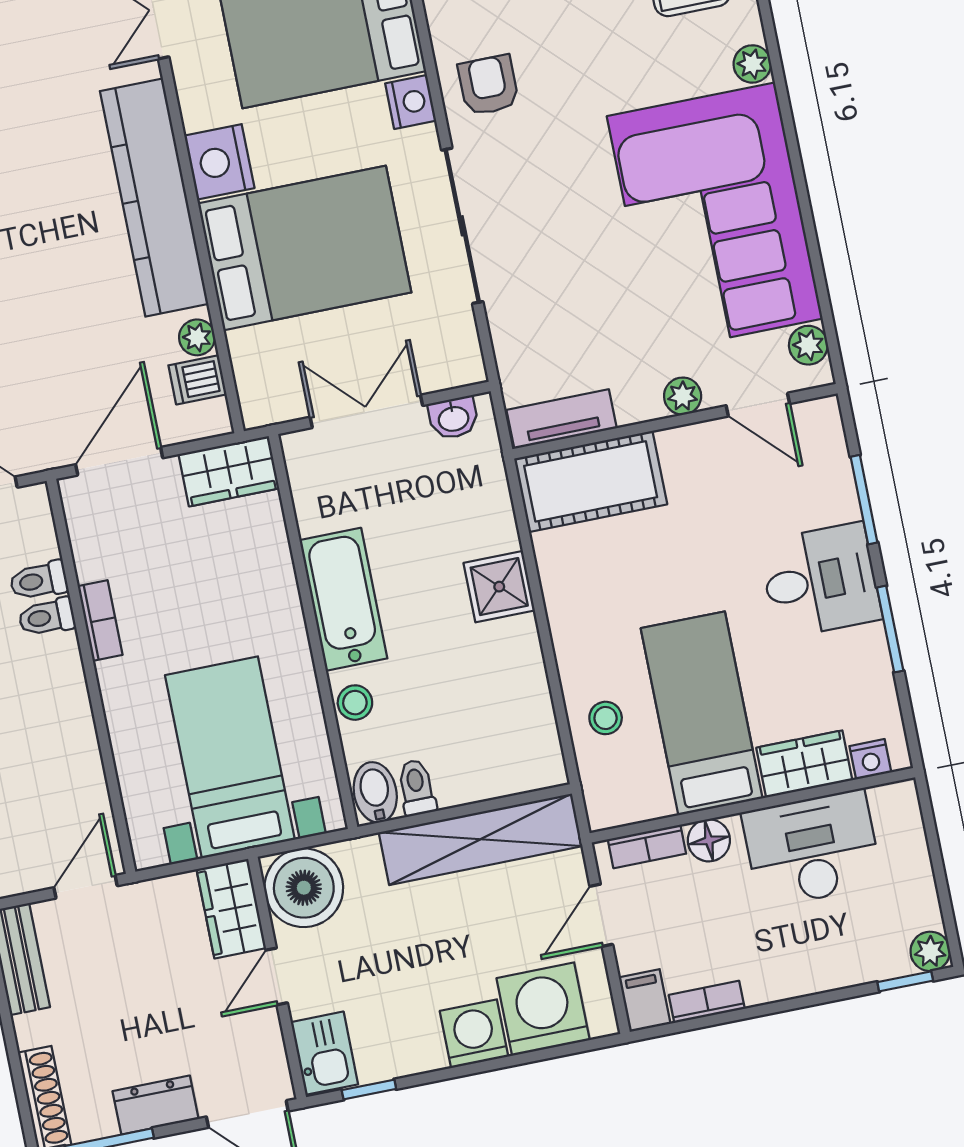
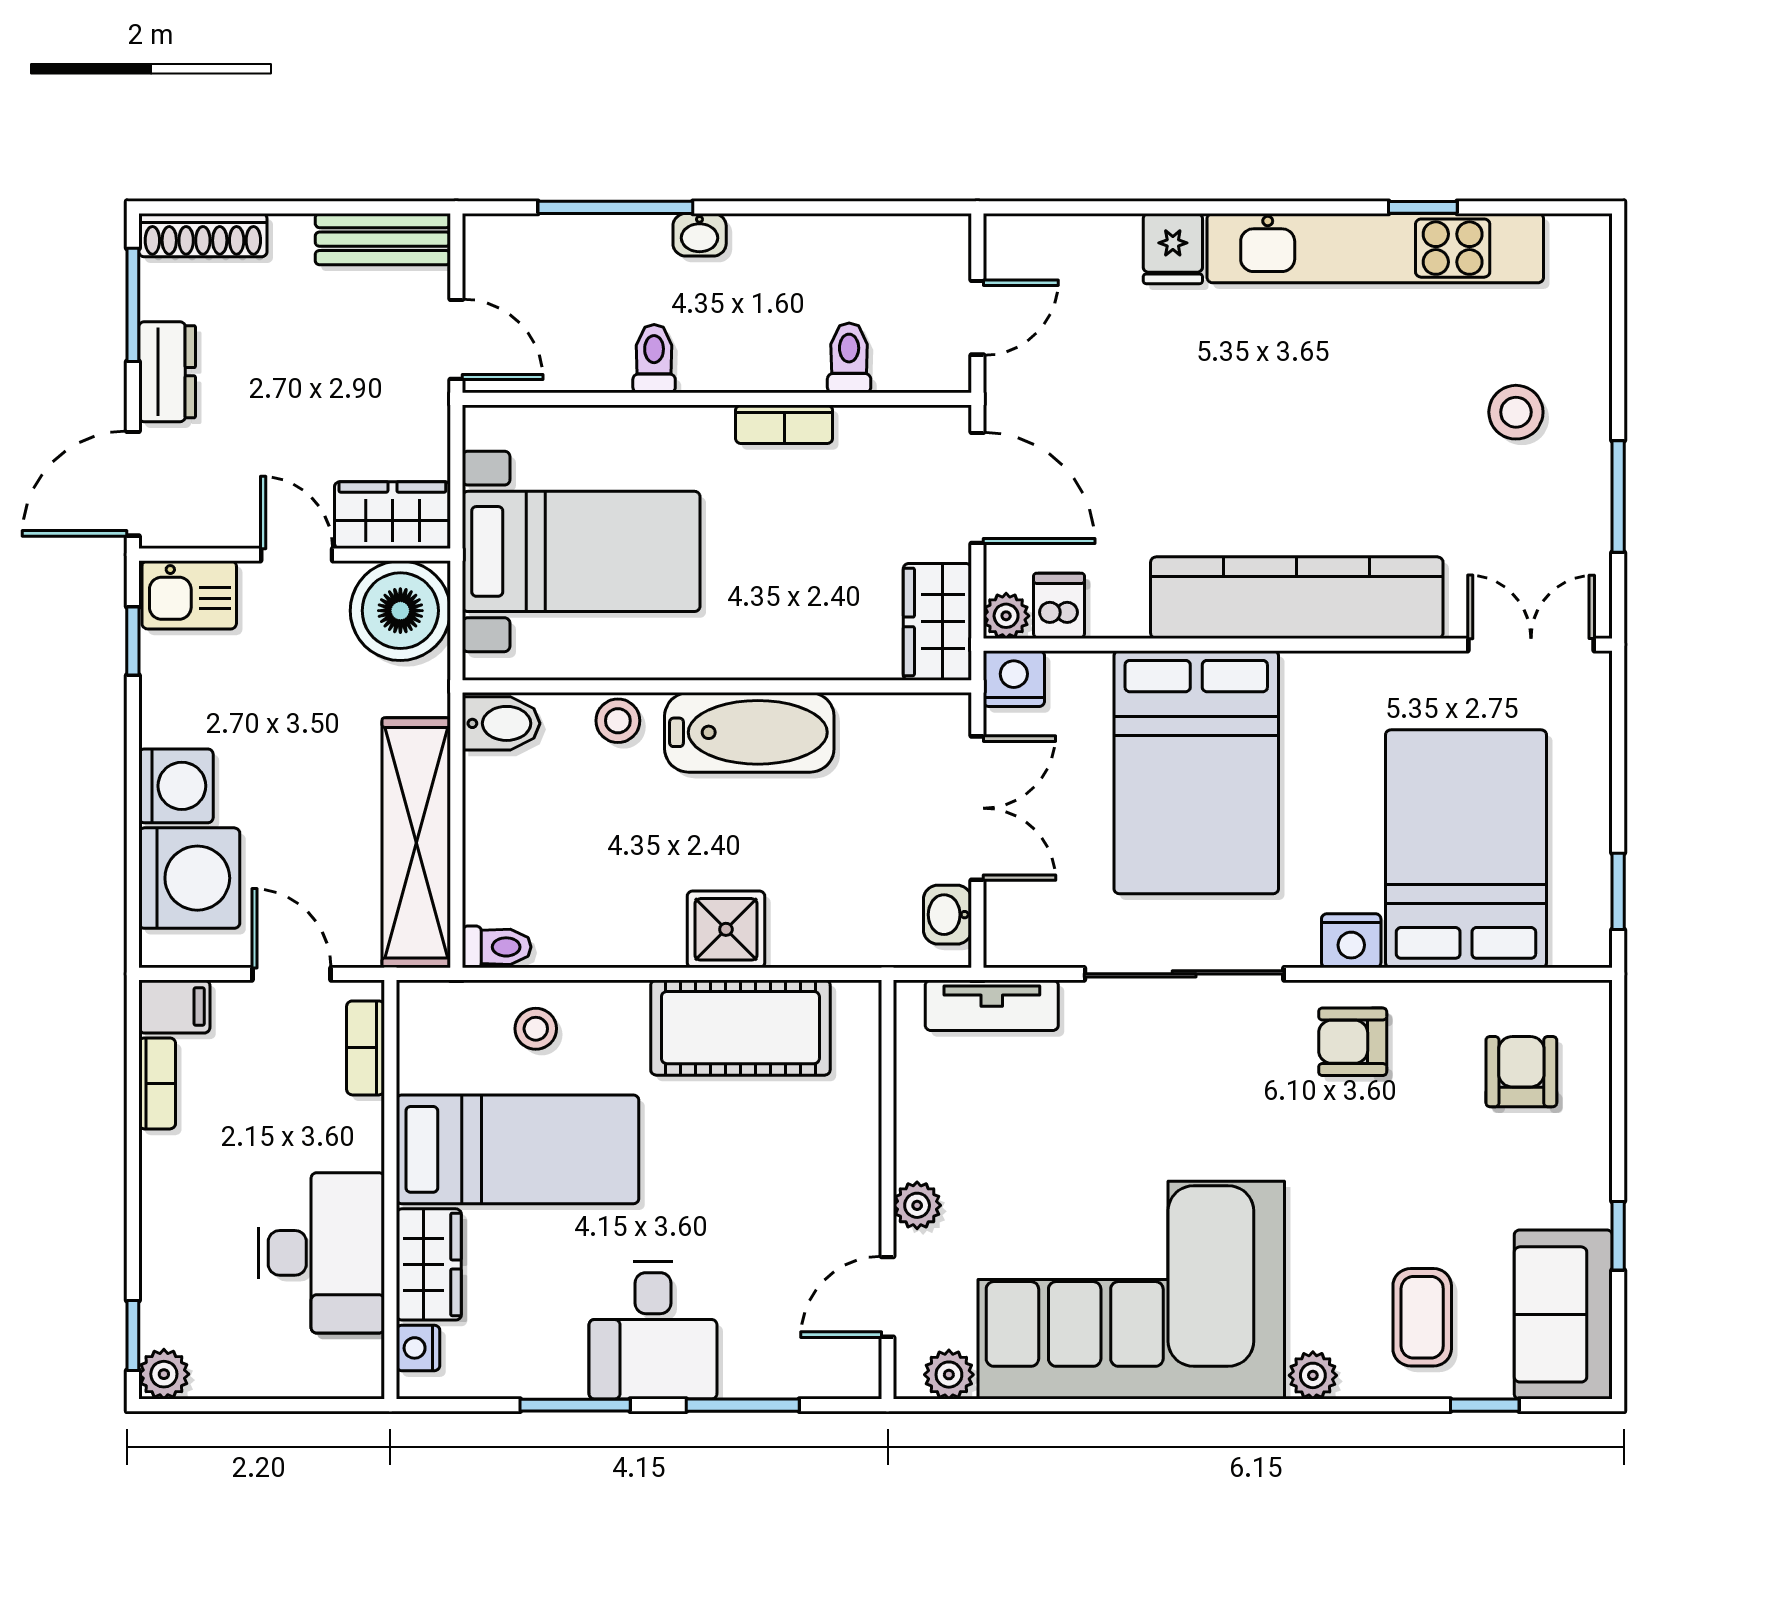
armchair: (488, 85) -> (1353, 1042), turned 180
nightstand: (219, 162) -> (1014, 679), moved, width x0.74, depth x0.75
plant: (197, 337) -> (1006, 616), moved
tv unit: (562, 419) -> (992, 1005), moved, turned 90
cot: (591, 481) -> (740, 1028), moved, turned 90
toilet: (47, 617) -> (654, 359), moved
toilet: (417, 788) -> (497, 947), moved
floor lamp: (709, 840) -> (358, 1127), removed

